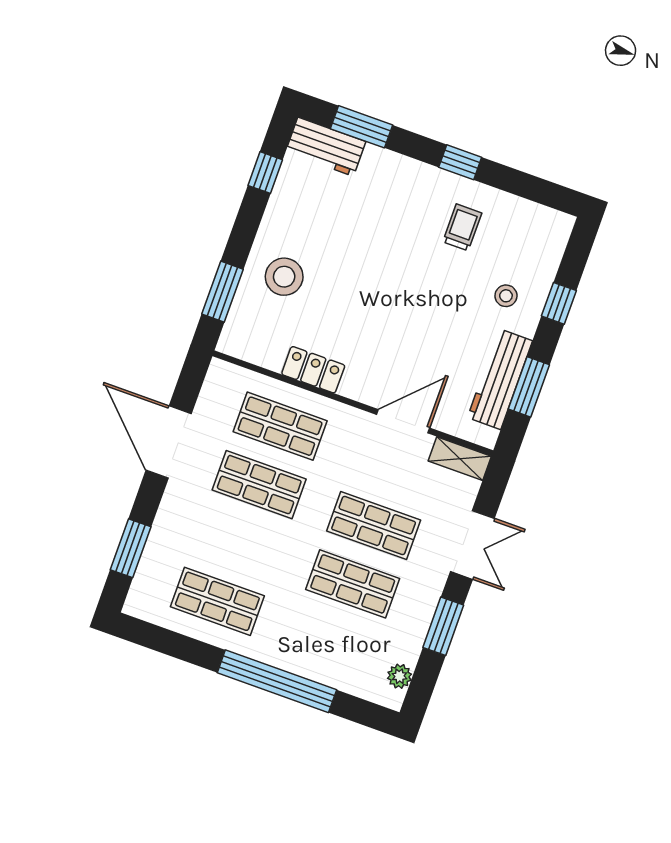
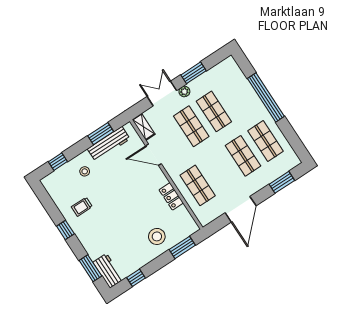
window: (559, 303) -> (58, 162), moved
shop shelf: (259, 485) -> (243, 156), moved
plant: (399, 676) -> (184, 92), moved

